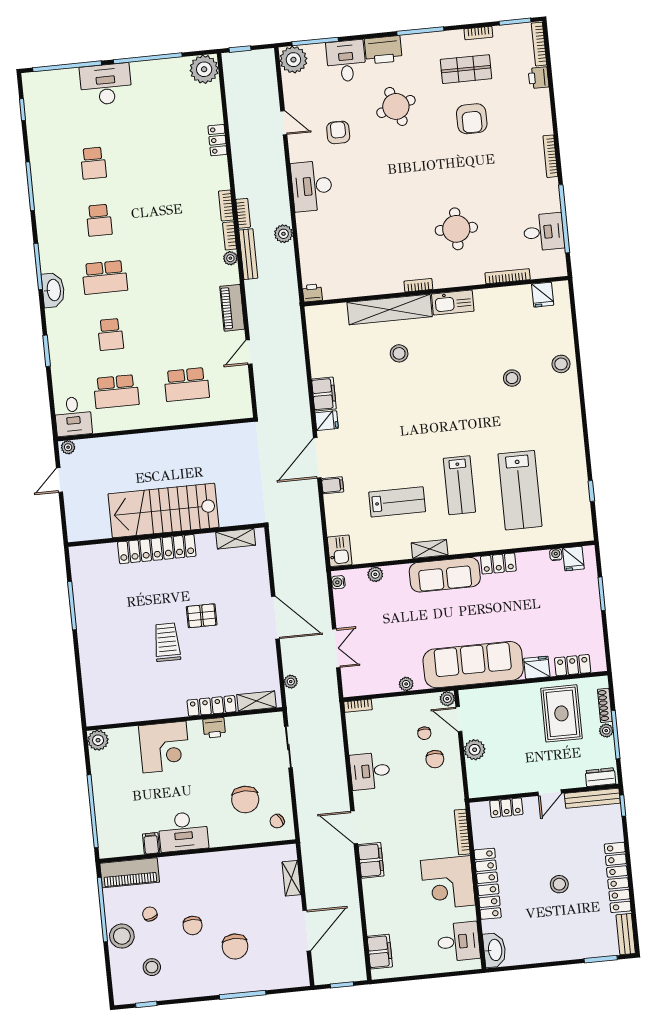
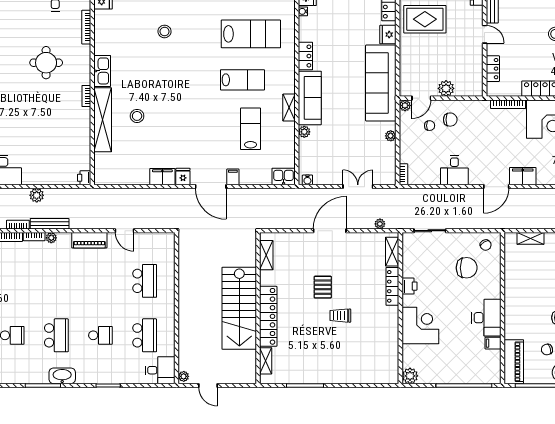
shelving: (99, 552) -> (266, 361), added
plant: (375, 574) -> (304, 132), moved
trolley: (167, 642) -> (340, 316), width x0.73, depth x0.72

